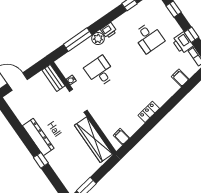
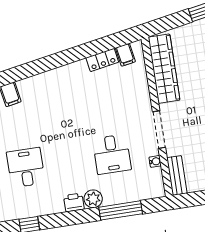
locker: (149, 112) -> (102, 60), moved

